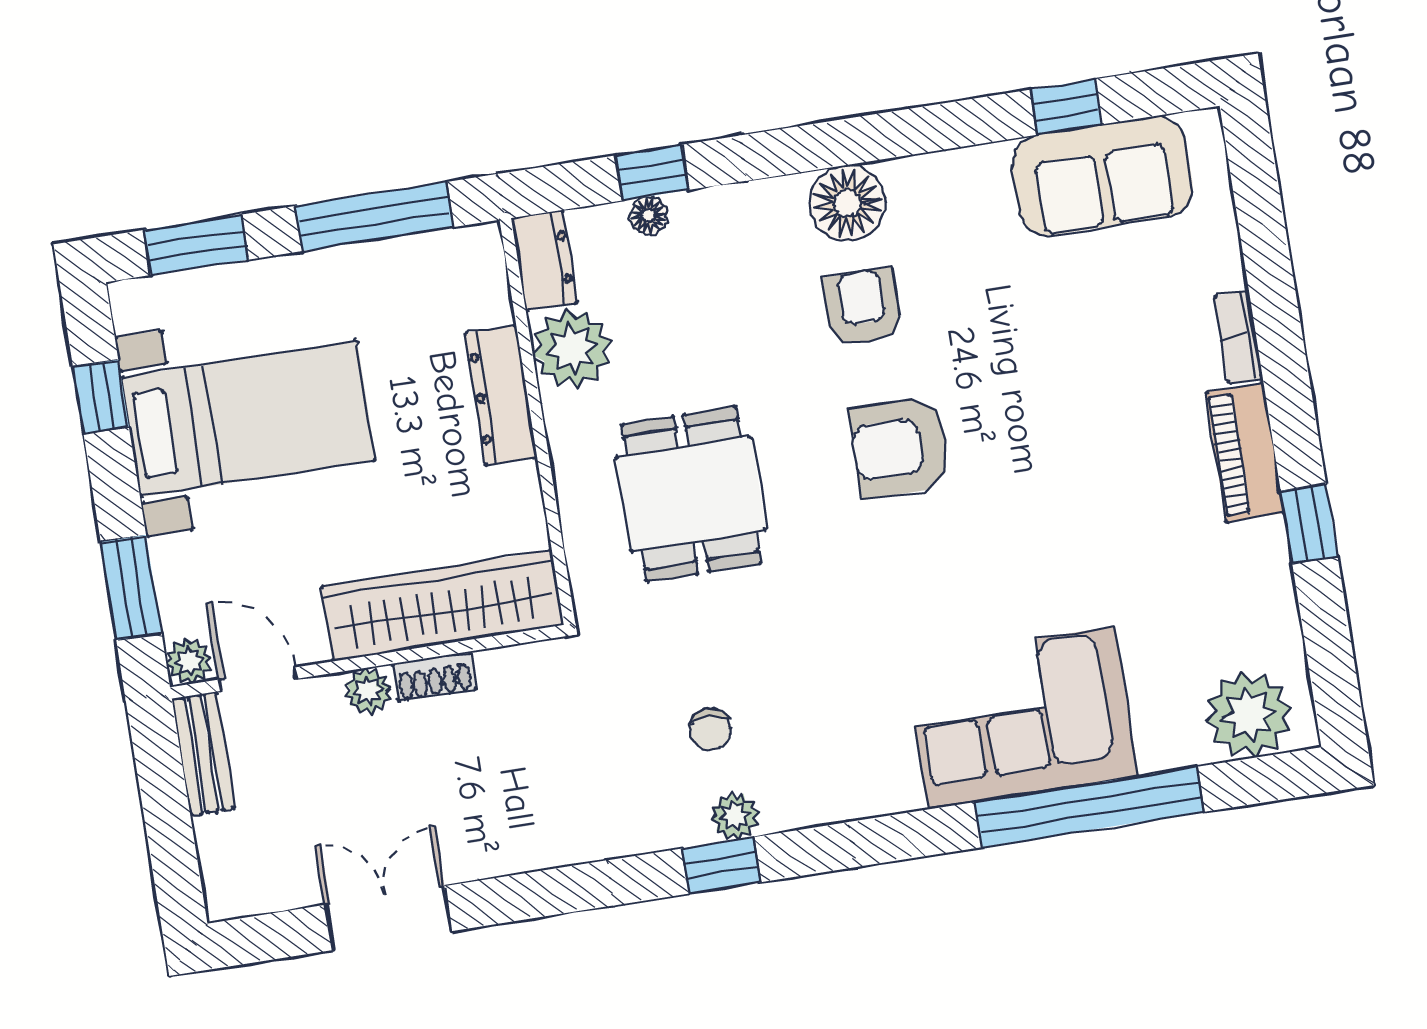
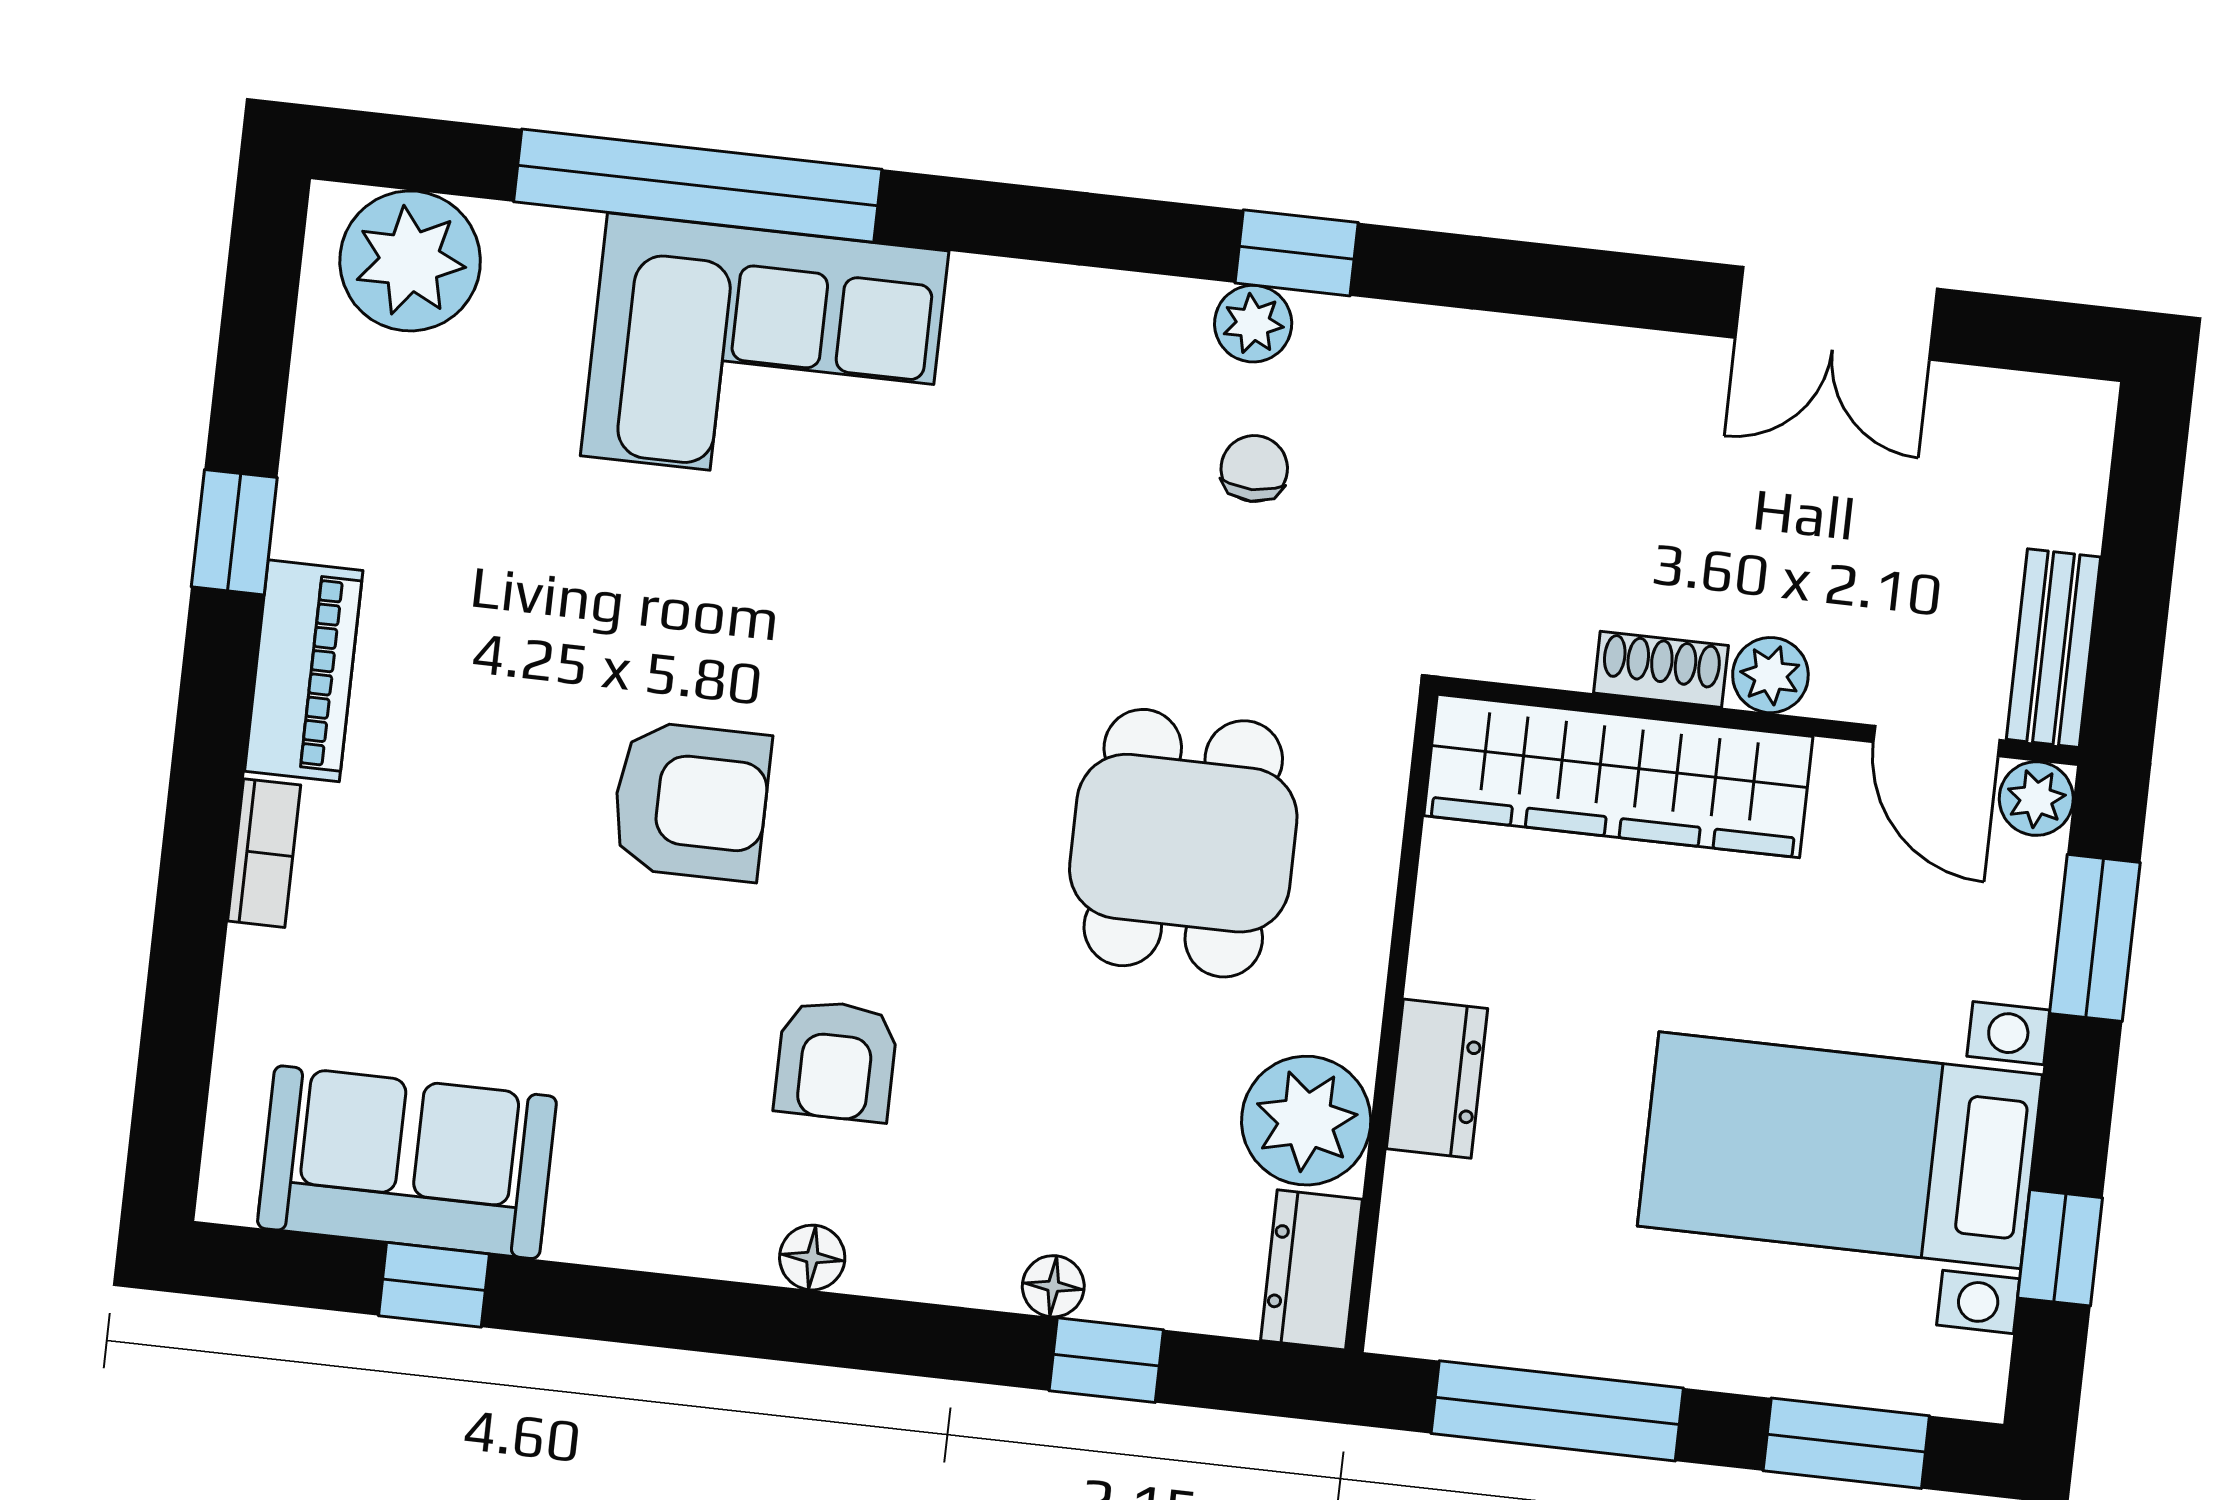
floor lamp: (847, 203) -> (812, 1258), width x0.53, depth x0.53
floor lamp: (649, 216) -> (1053, 1286), moved
dresser: (501, 395) -> (1437, 1079), width x0.70
armchair: (900, 447) -> (691, 801), moved

